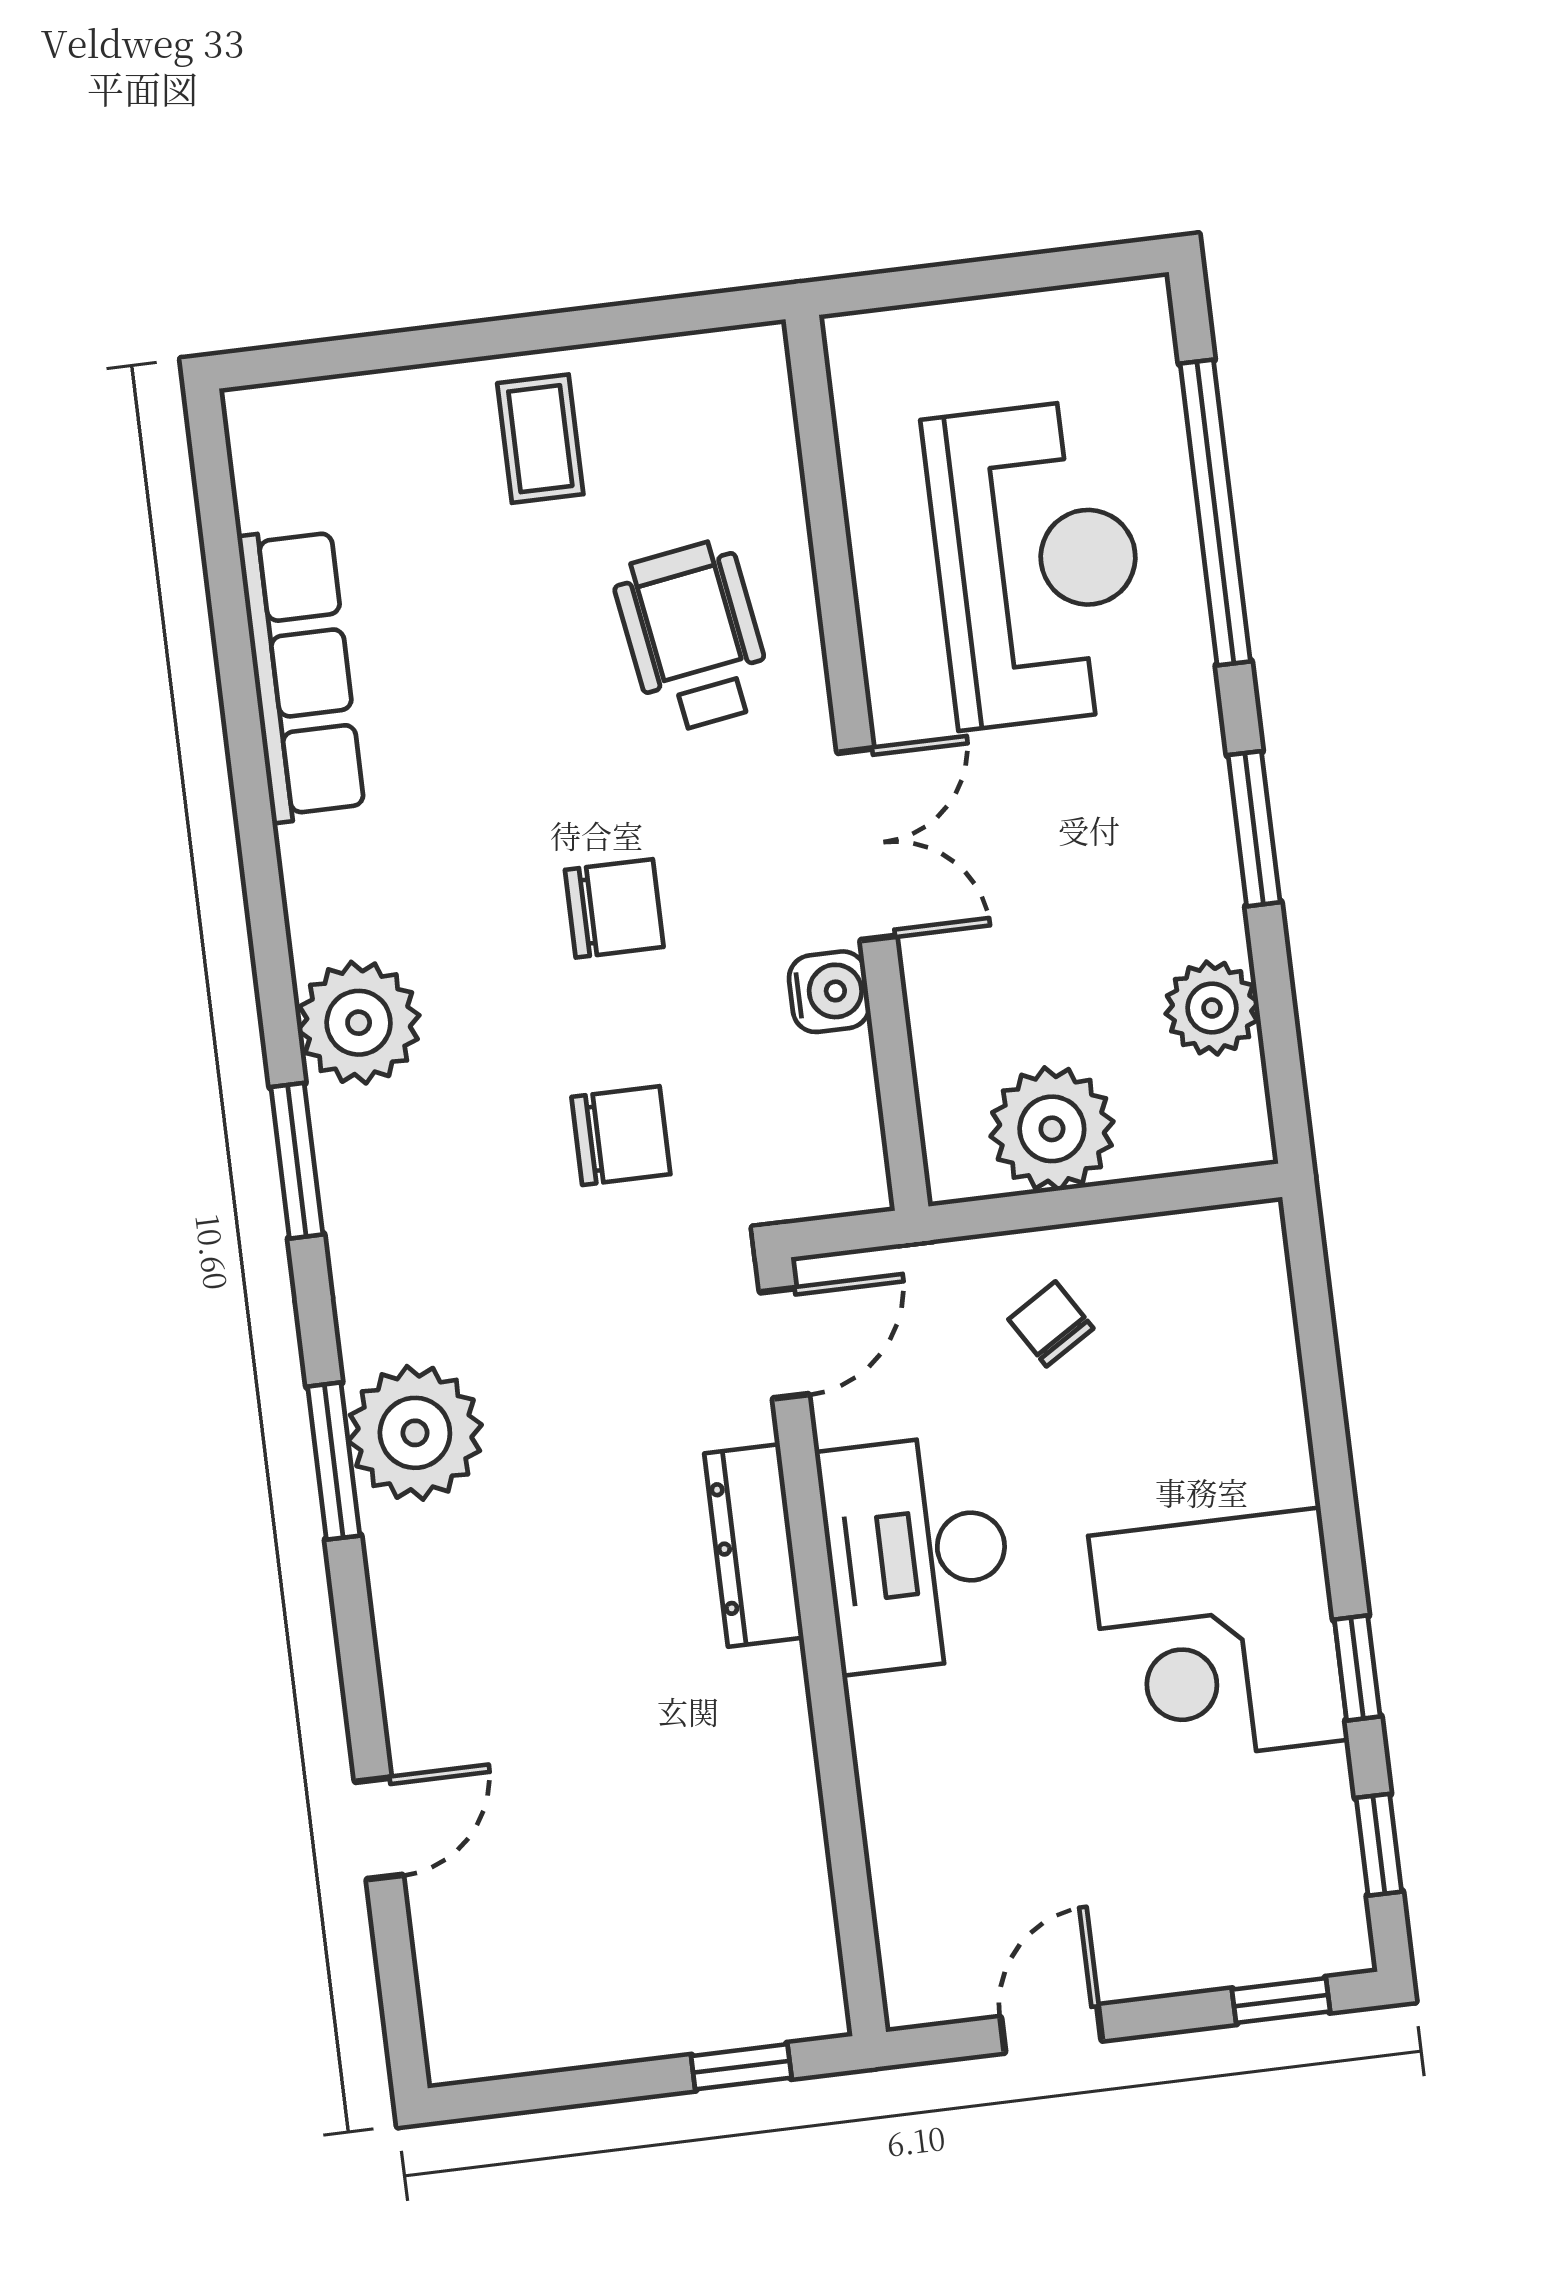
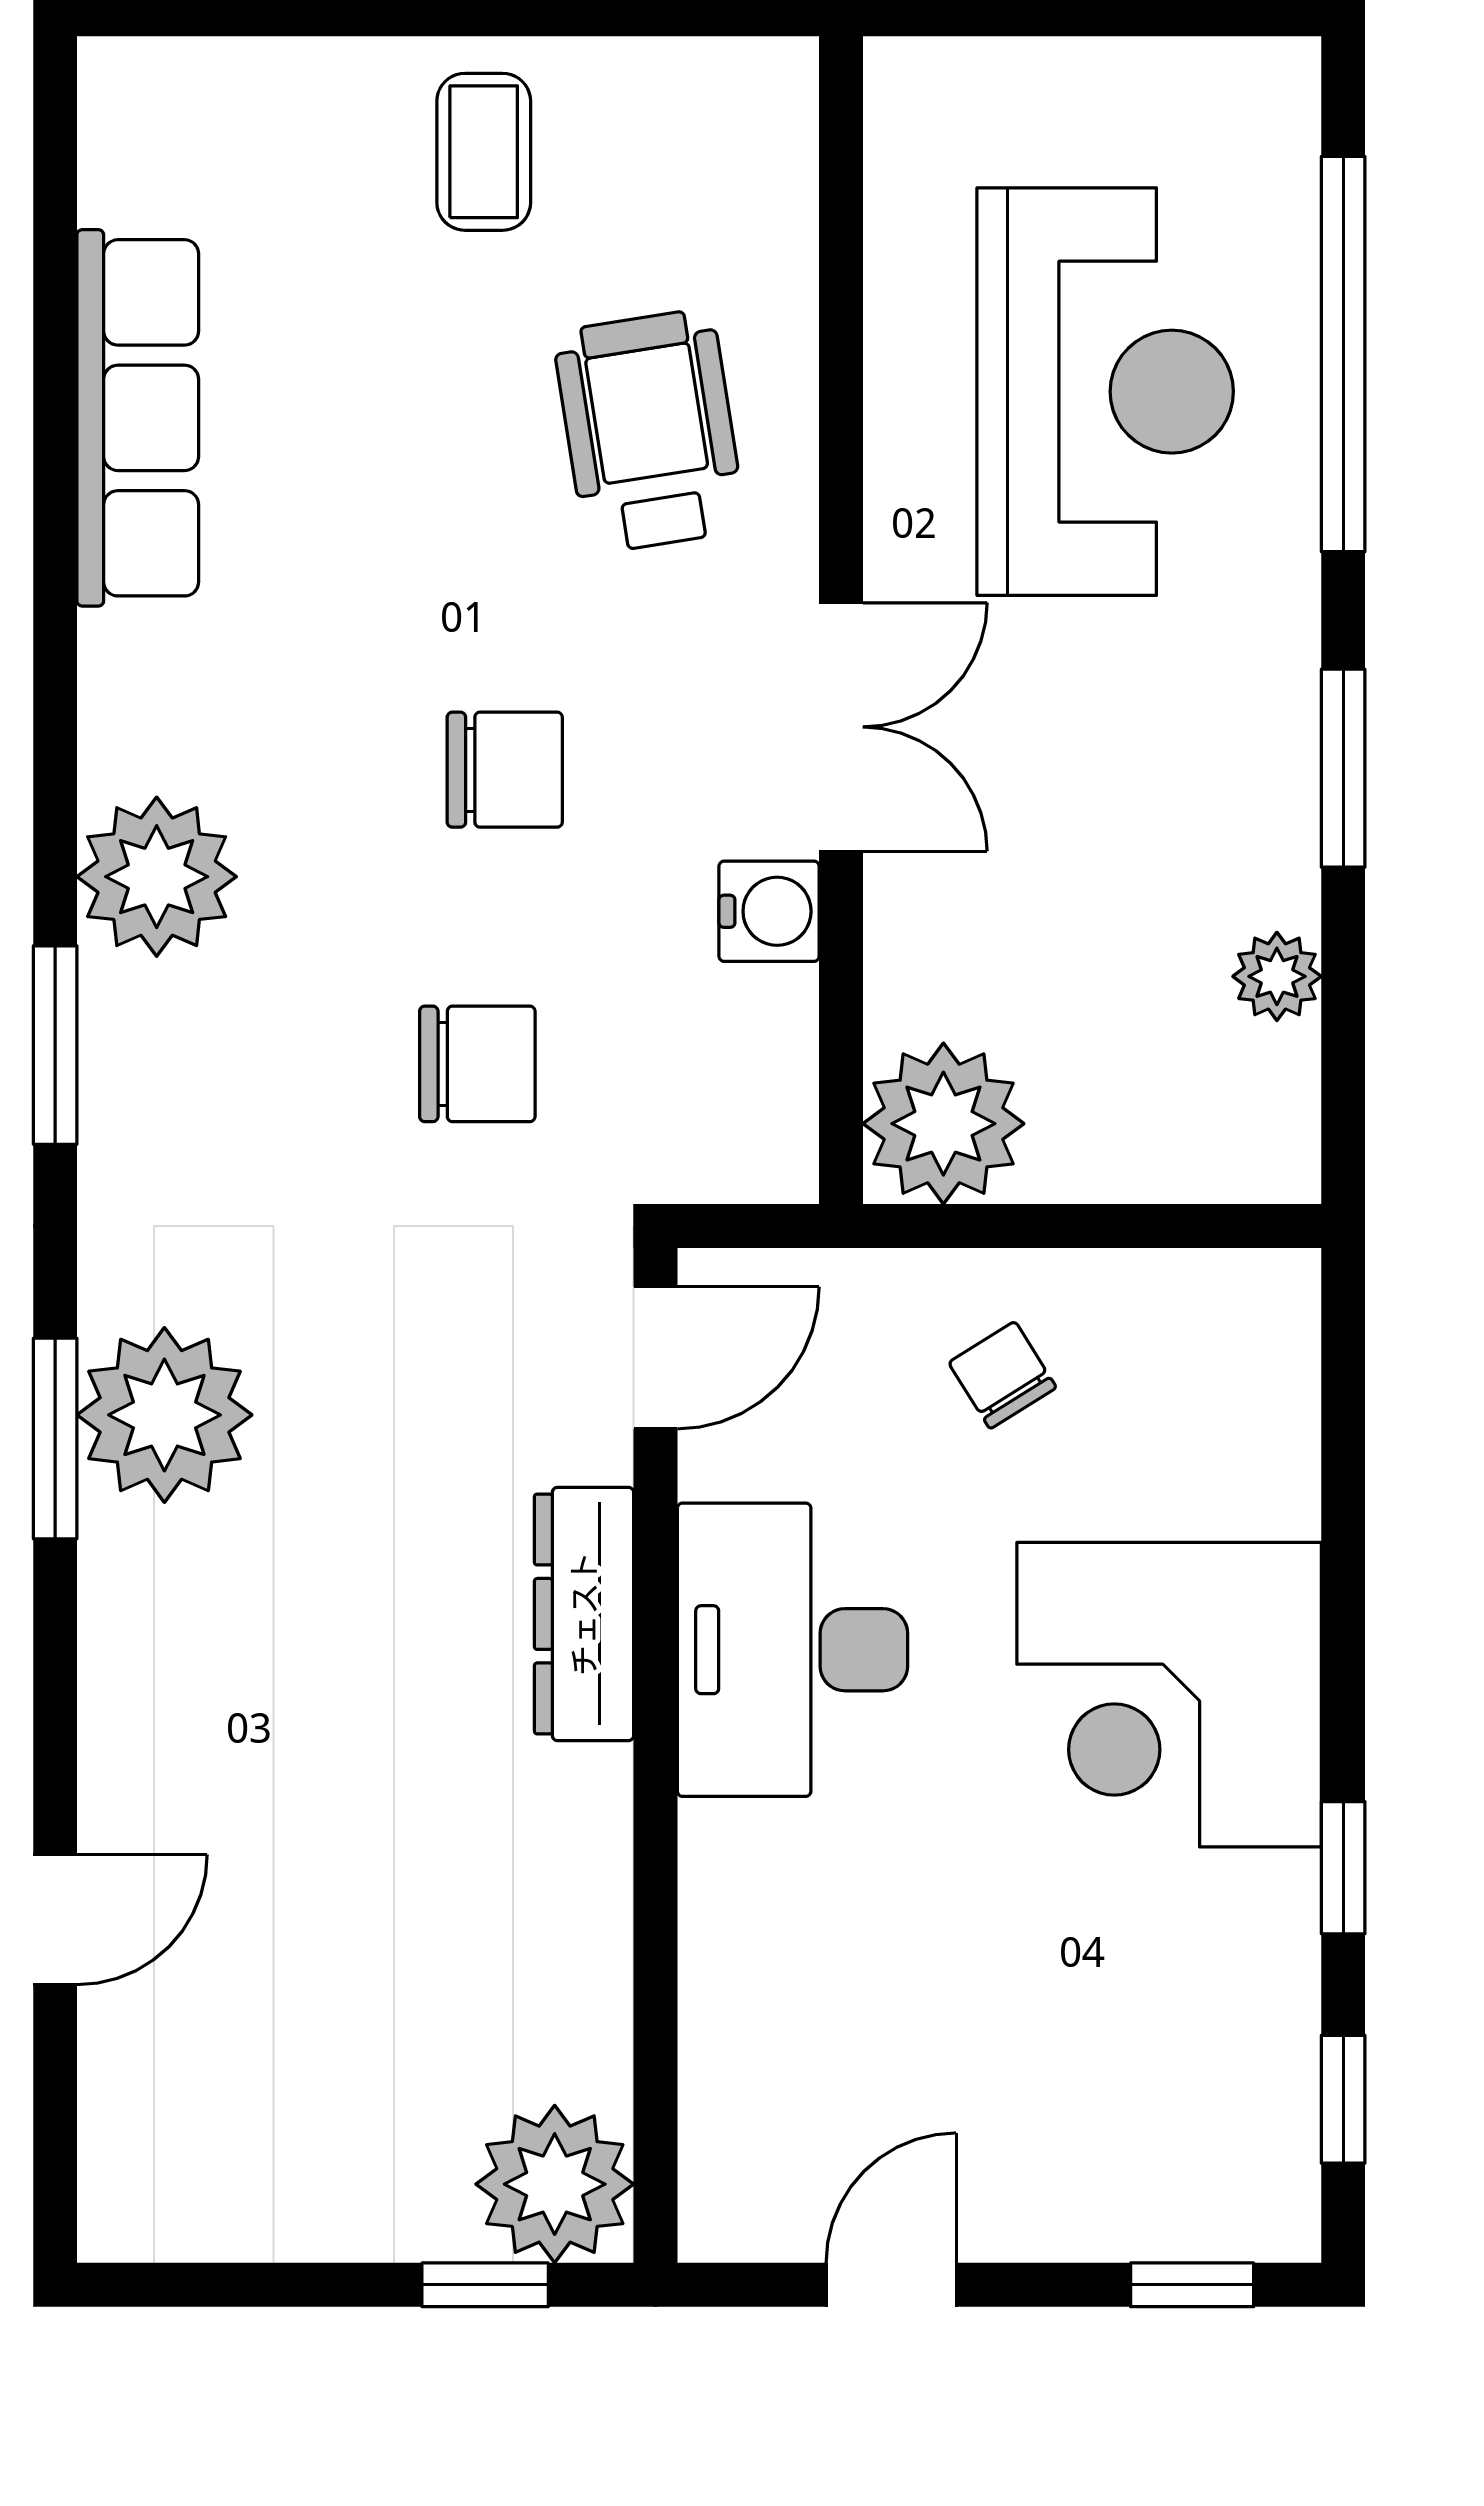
plant: (1212, 1008) -> (1277, 976), width x0.73, depth x0.73
plant: (1052, 1129) -> (943, 1124), moved
corner desk: (1219, 1638) -> (1169, 1695), moved
plant: (785, 1983) -> (555, 2184), added

